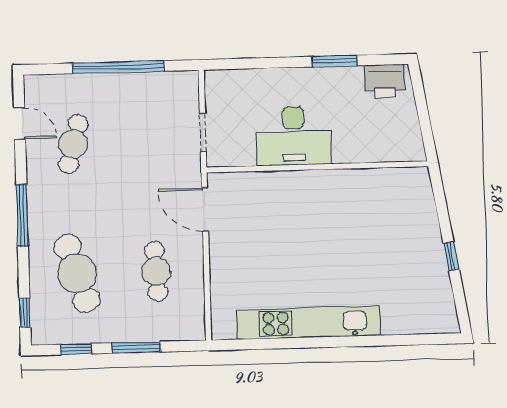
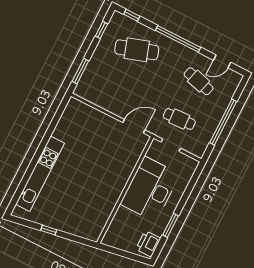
desk: (294, 136) -> (150, 189), width x1.36, depth x1.30
window: (22, 215) -> (178, 39), width x1.46
cafe table: (156, 271) -> (179, 119), moved
kitchen unit: (309, 323) -> (40, 174), moved
window: (136, 347) -> (80, 71), moved

